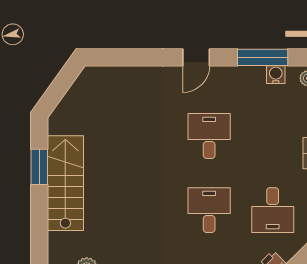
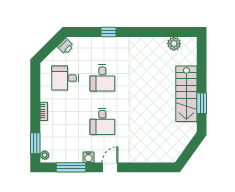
water cooler: (276, 75) -> (89, 157), moved
desk: (273, 210) -> (65, 78), turned -90

